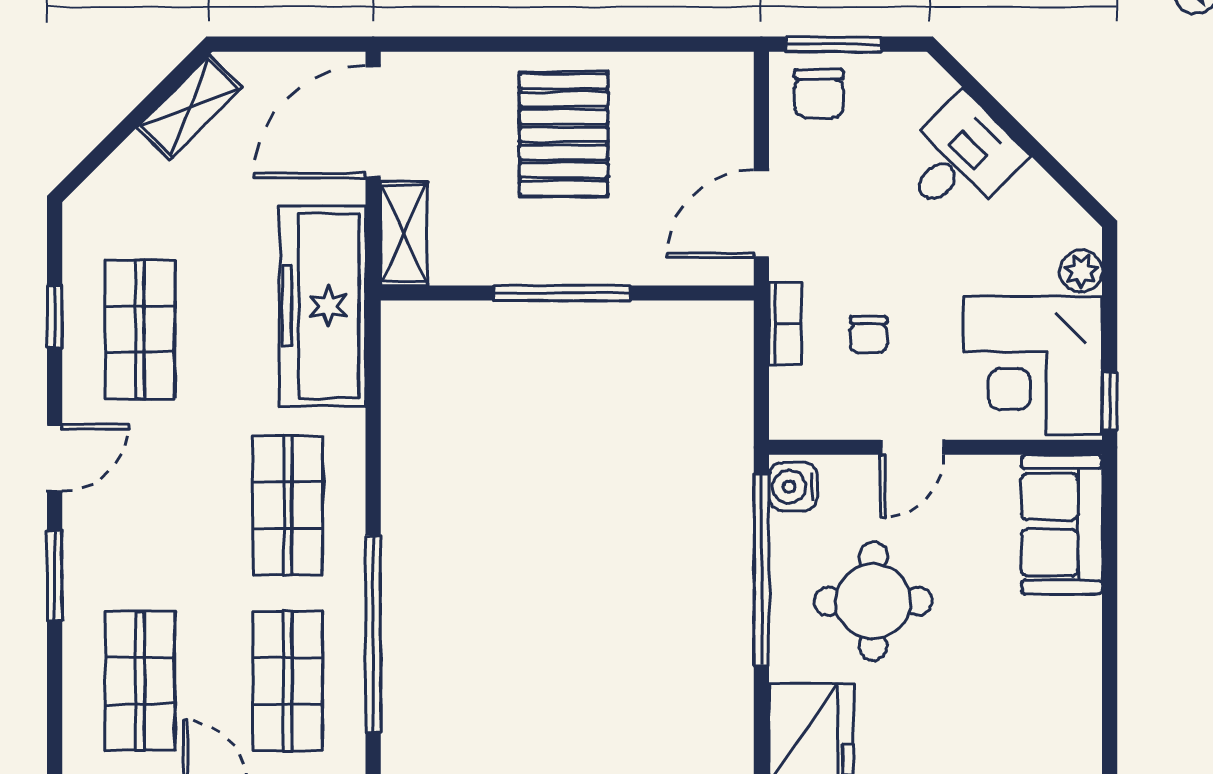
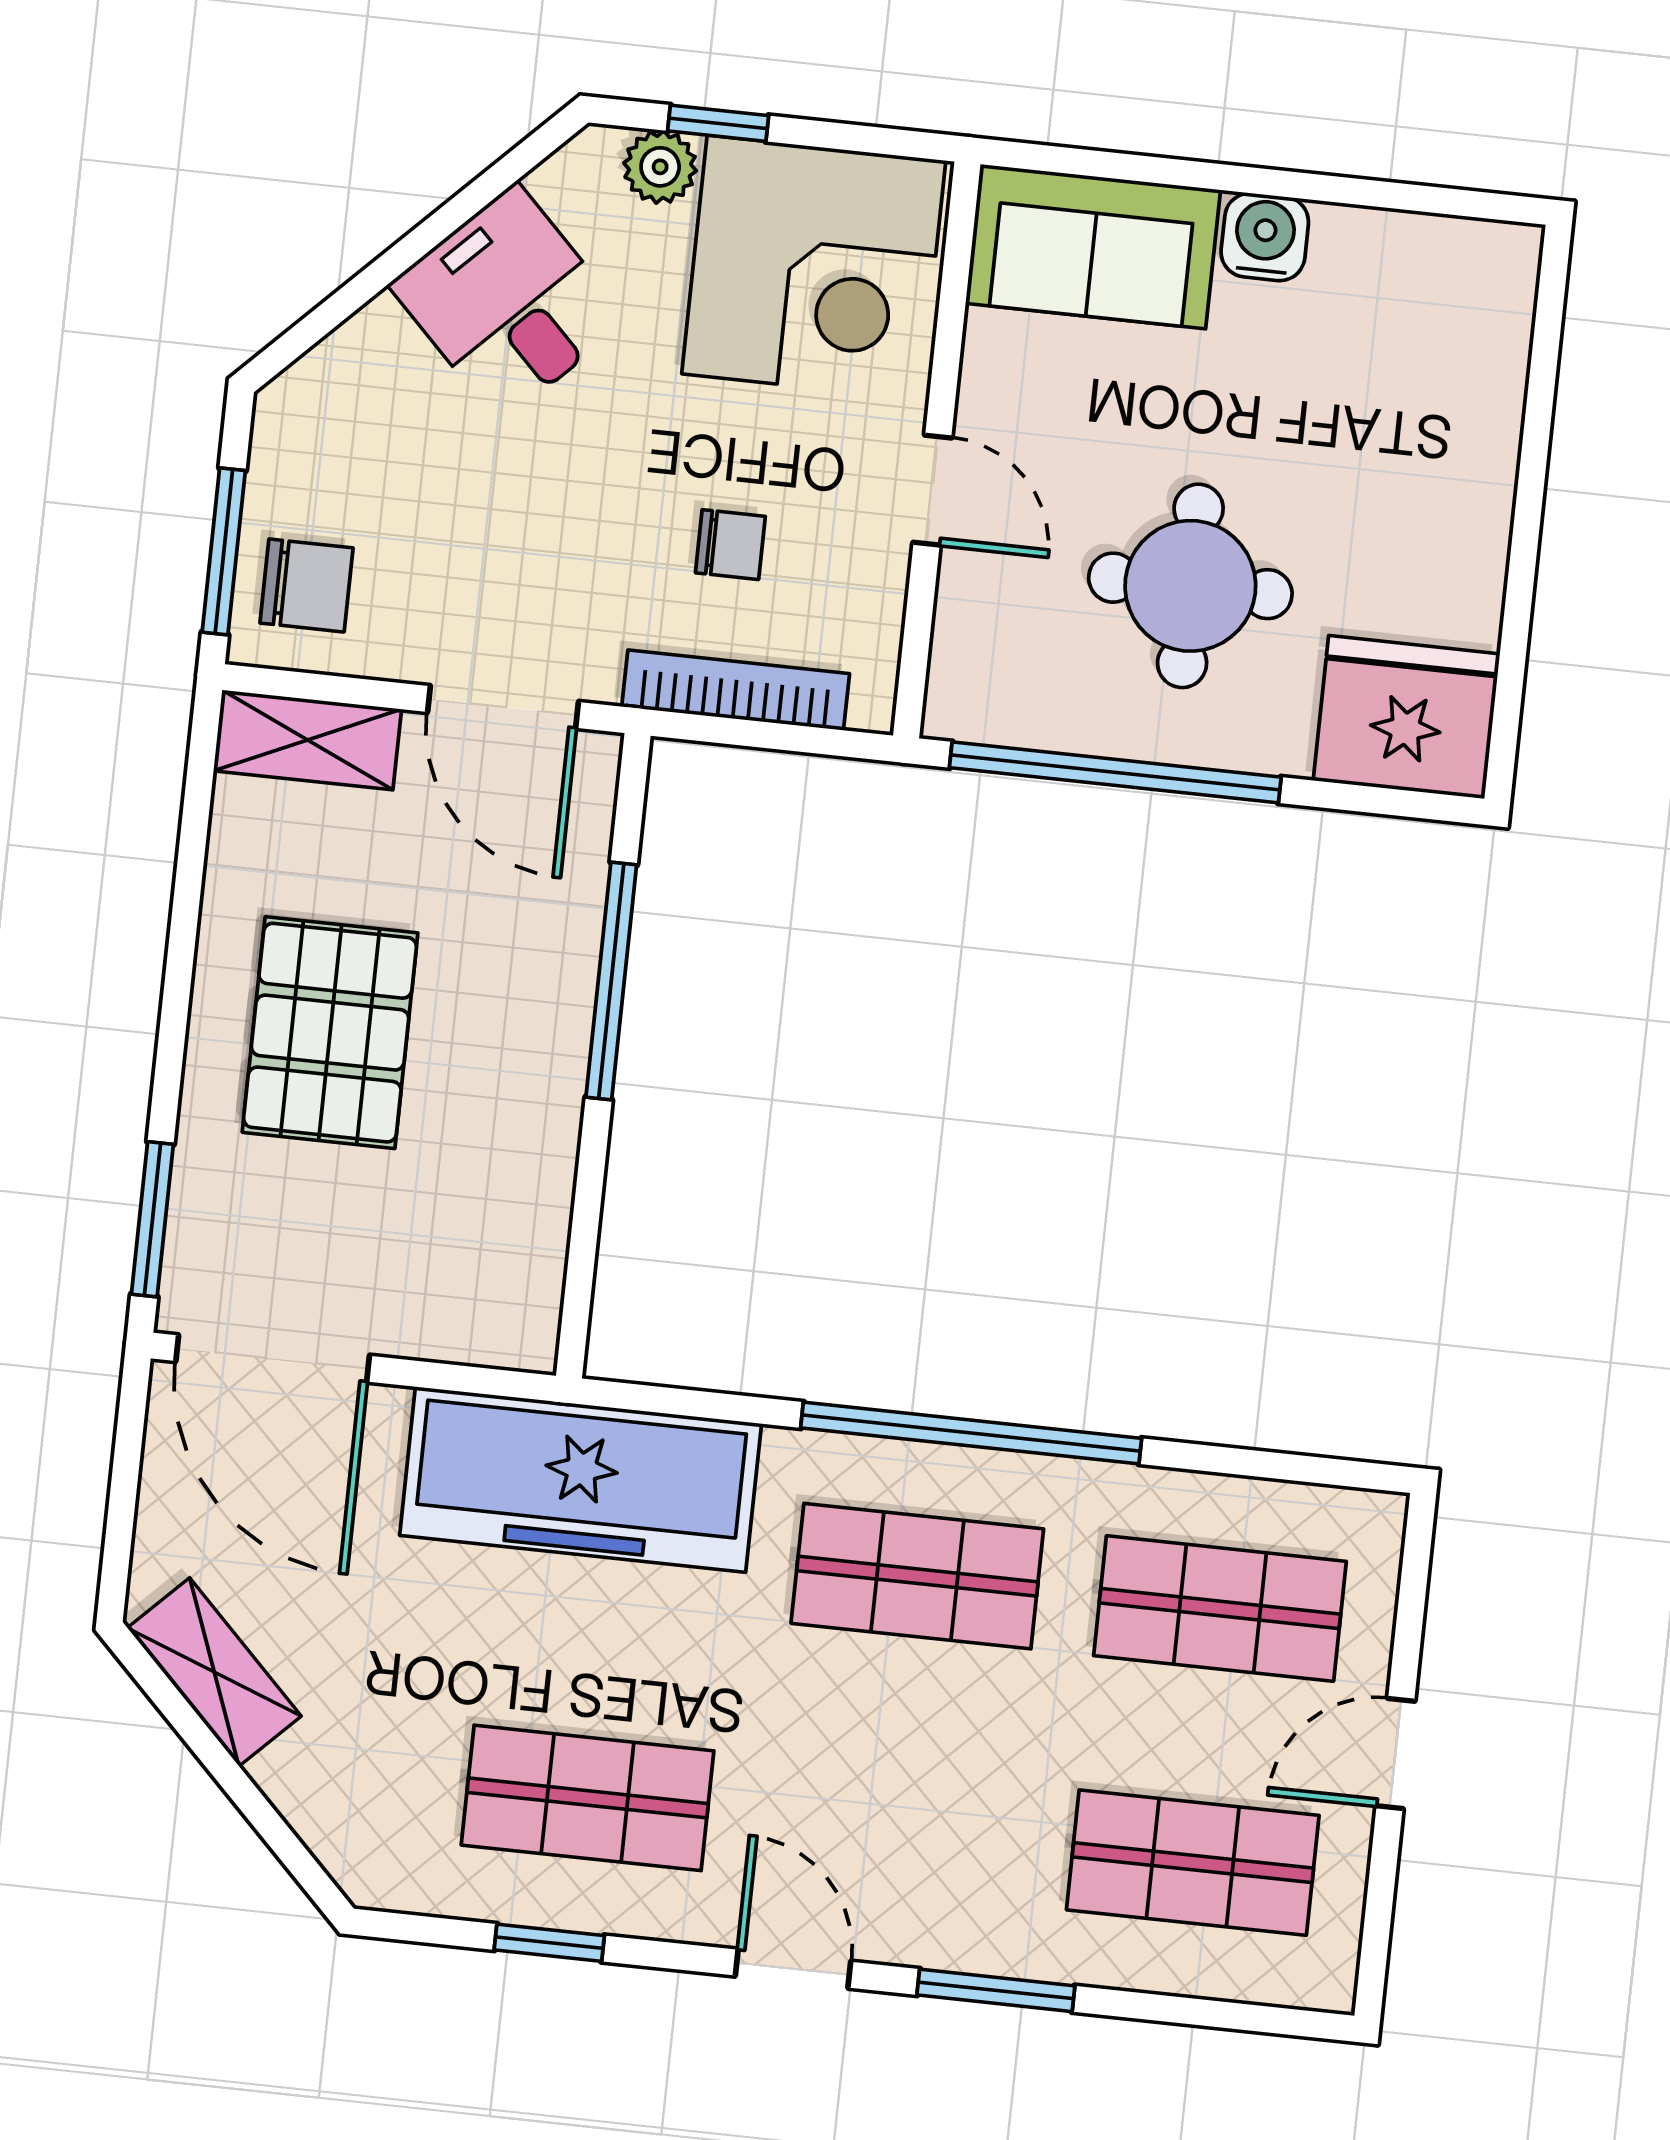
window: (446, 44) -> (152, 1219), added
pallet: (564, 135) -> (330, 1033), turned 90
desk: (960, 158) -> (509, 303), moved
shelving: (404, 233) -> (307, 740), moved
window: (562, 293) -> (611, 981), moved
bookcase: (785, 323) -> (736, 690), width x1.56
window: (1110, 401) -> (718, 123), moved
water cooler: (793, 487) -> (1265, 237), moved, turned 180
window: (373, 634) -> (971, 1433), moved

